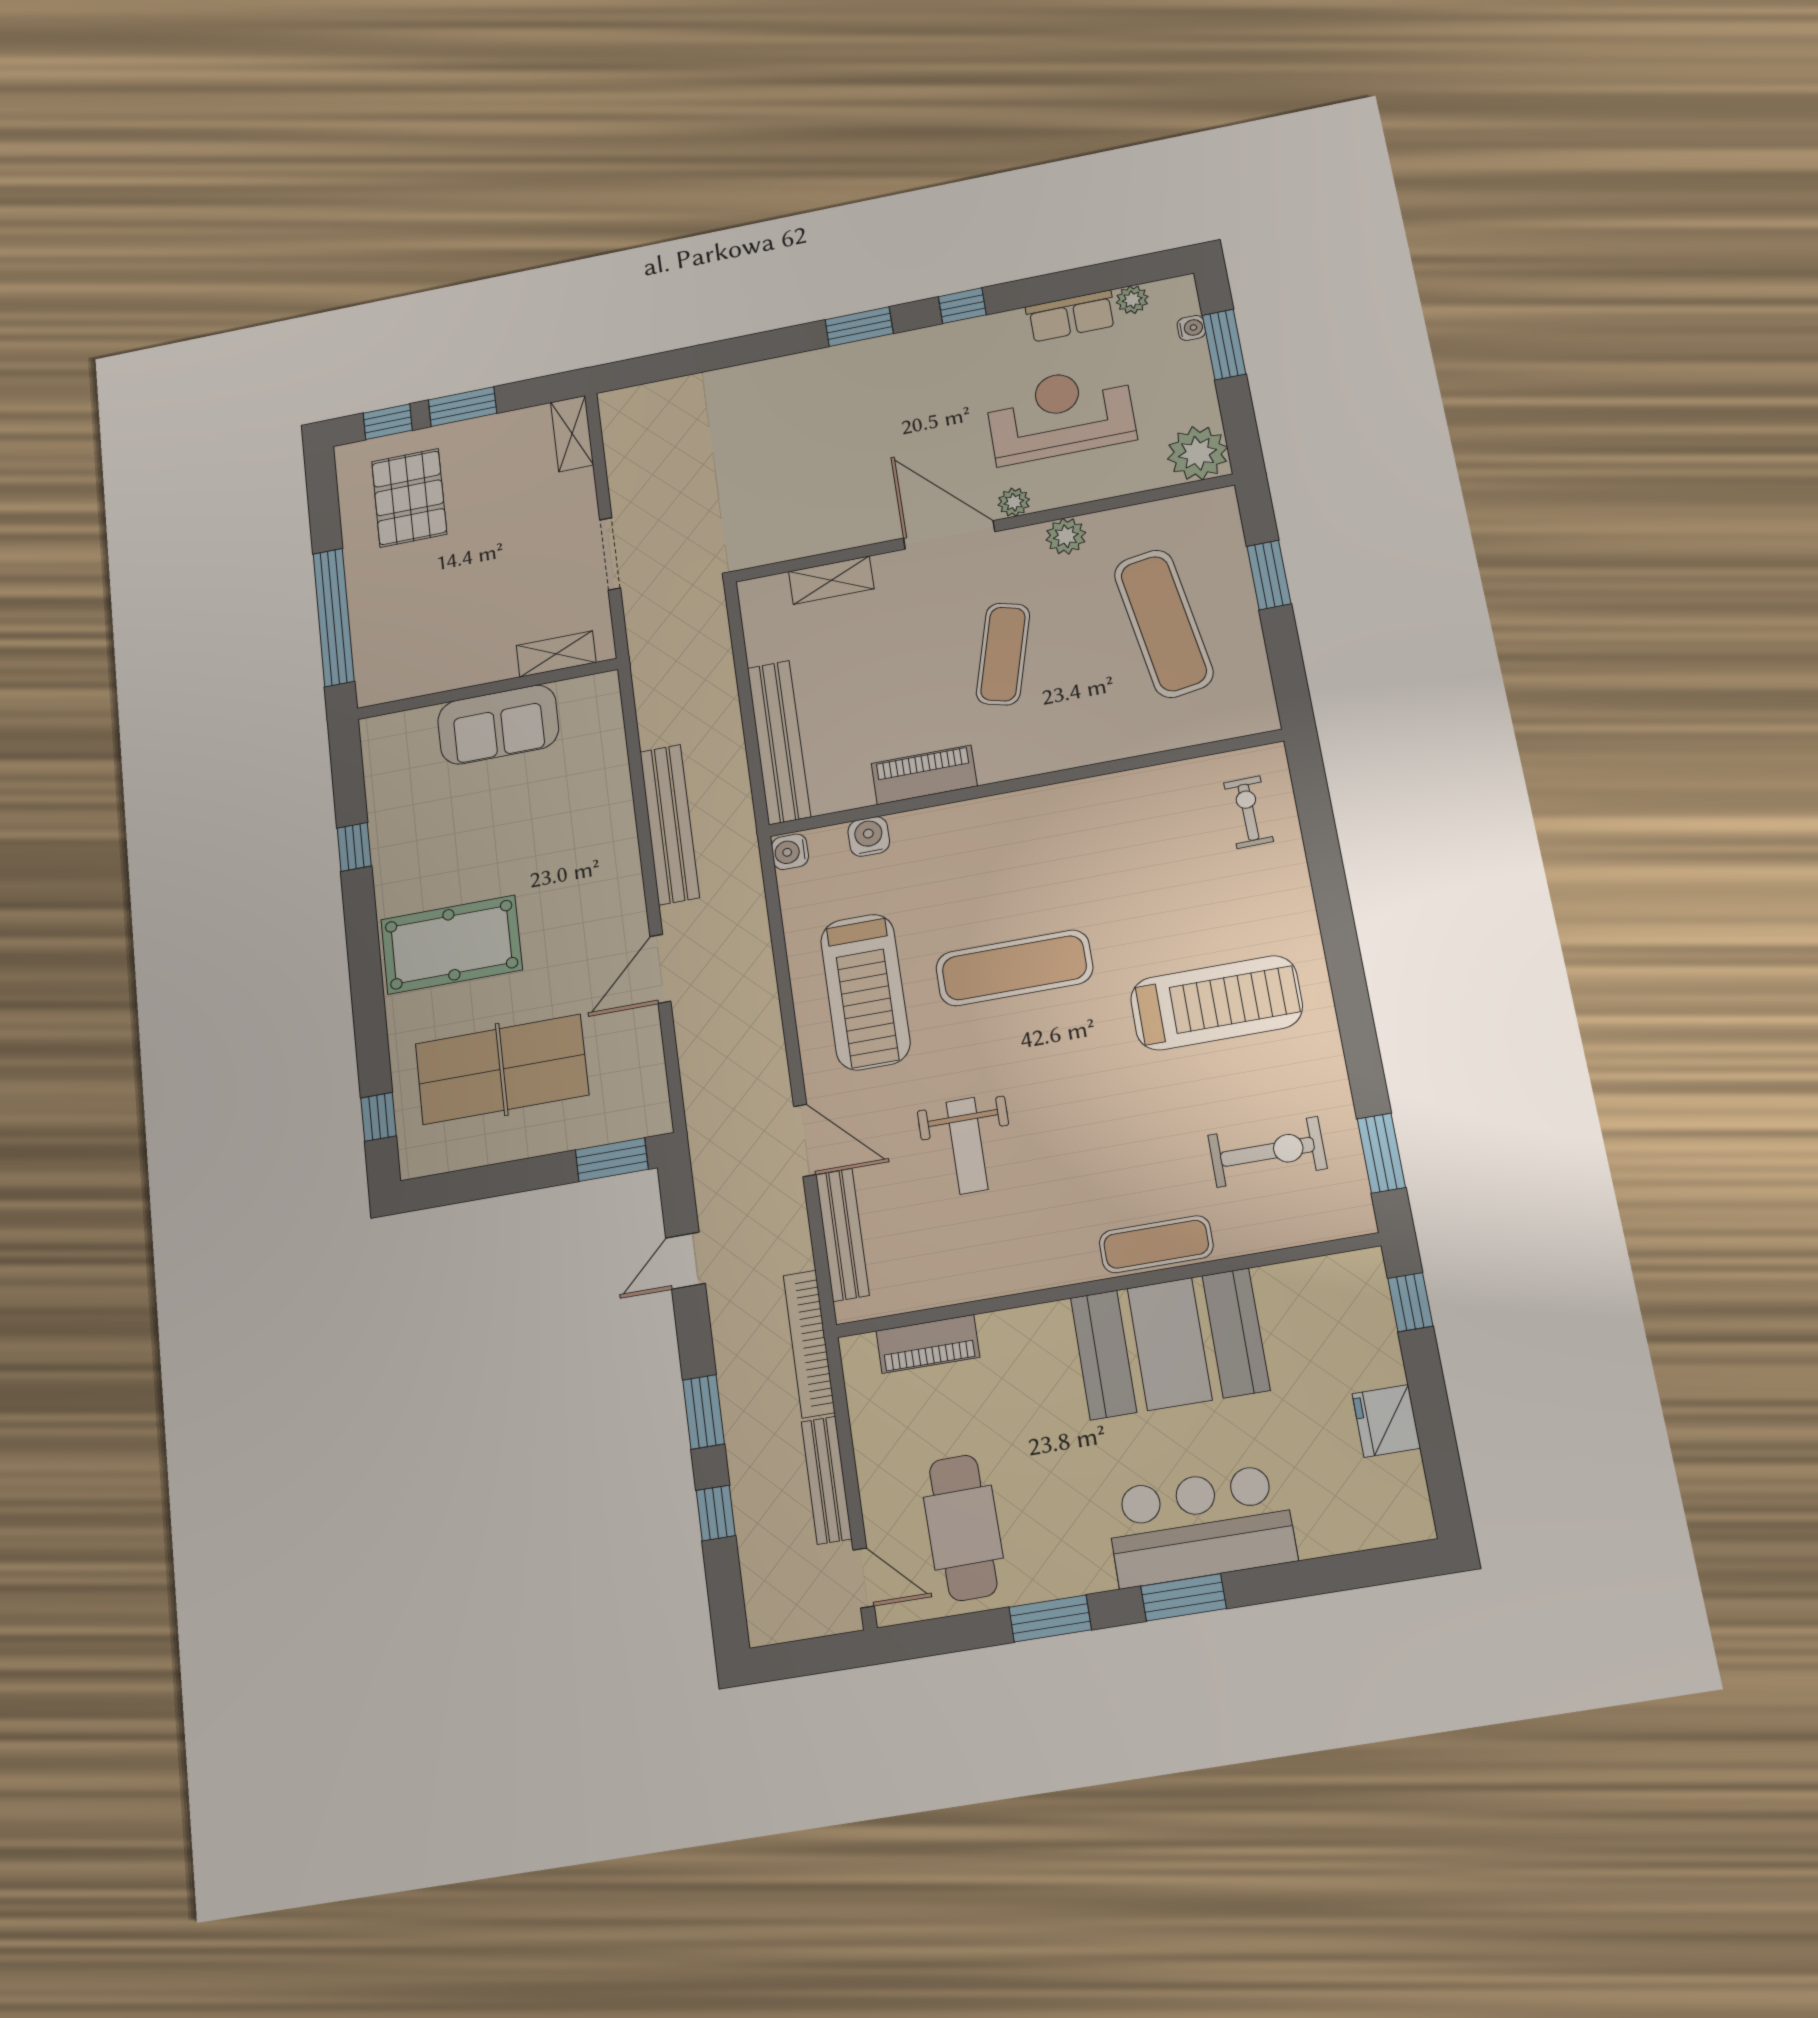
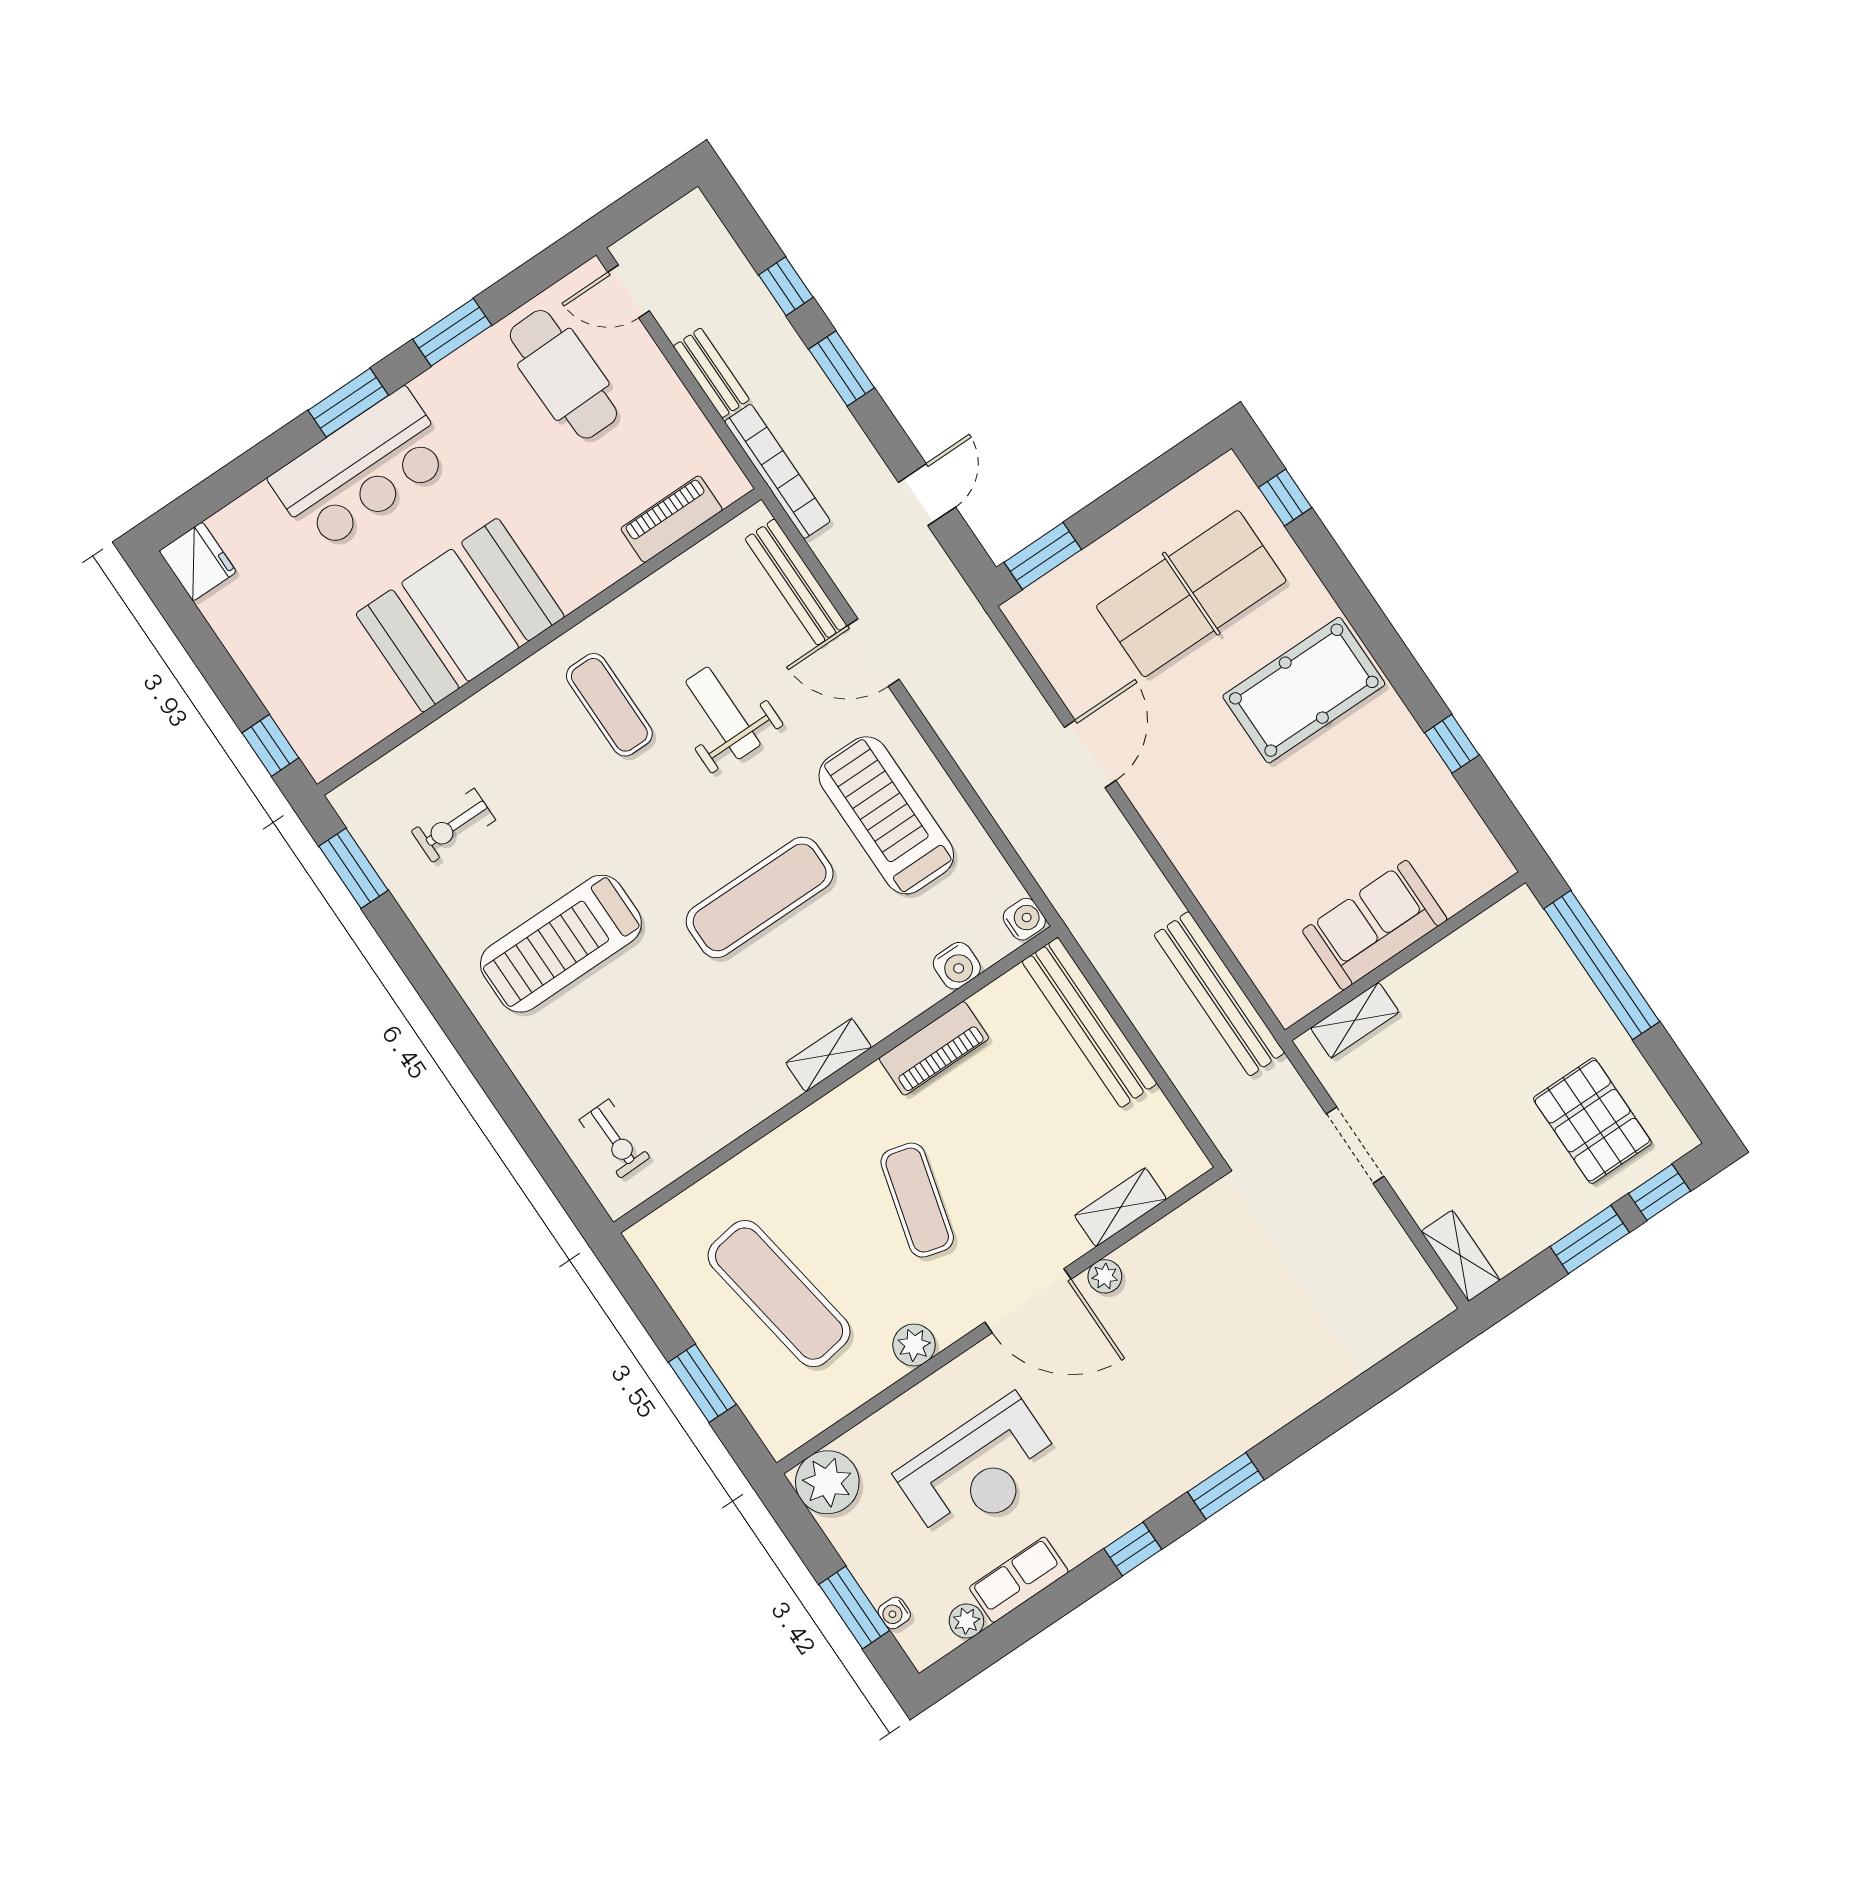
plant: (1014, 502) -> (1105, 1276), moved
shelving: (1020, 807) -> (829, 1055), added
bench: (670, 824) -> (1219, 994), moved
exercise bike: (1267, 1152) -> (453, 825), width x0.73, depth x0.72
exercise mat: (1156, 1244) -> (609, 705), moved, turned 90
fridge: (1386, 1421) -> (198, 562), moved
bench: (826, 1480) -> (711, 373), width x0.73

